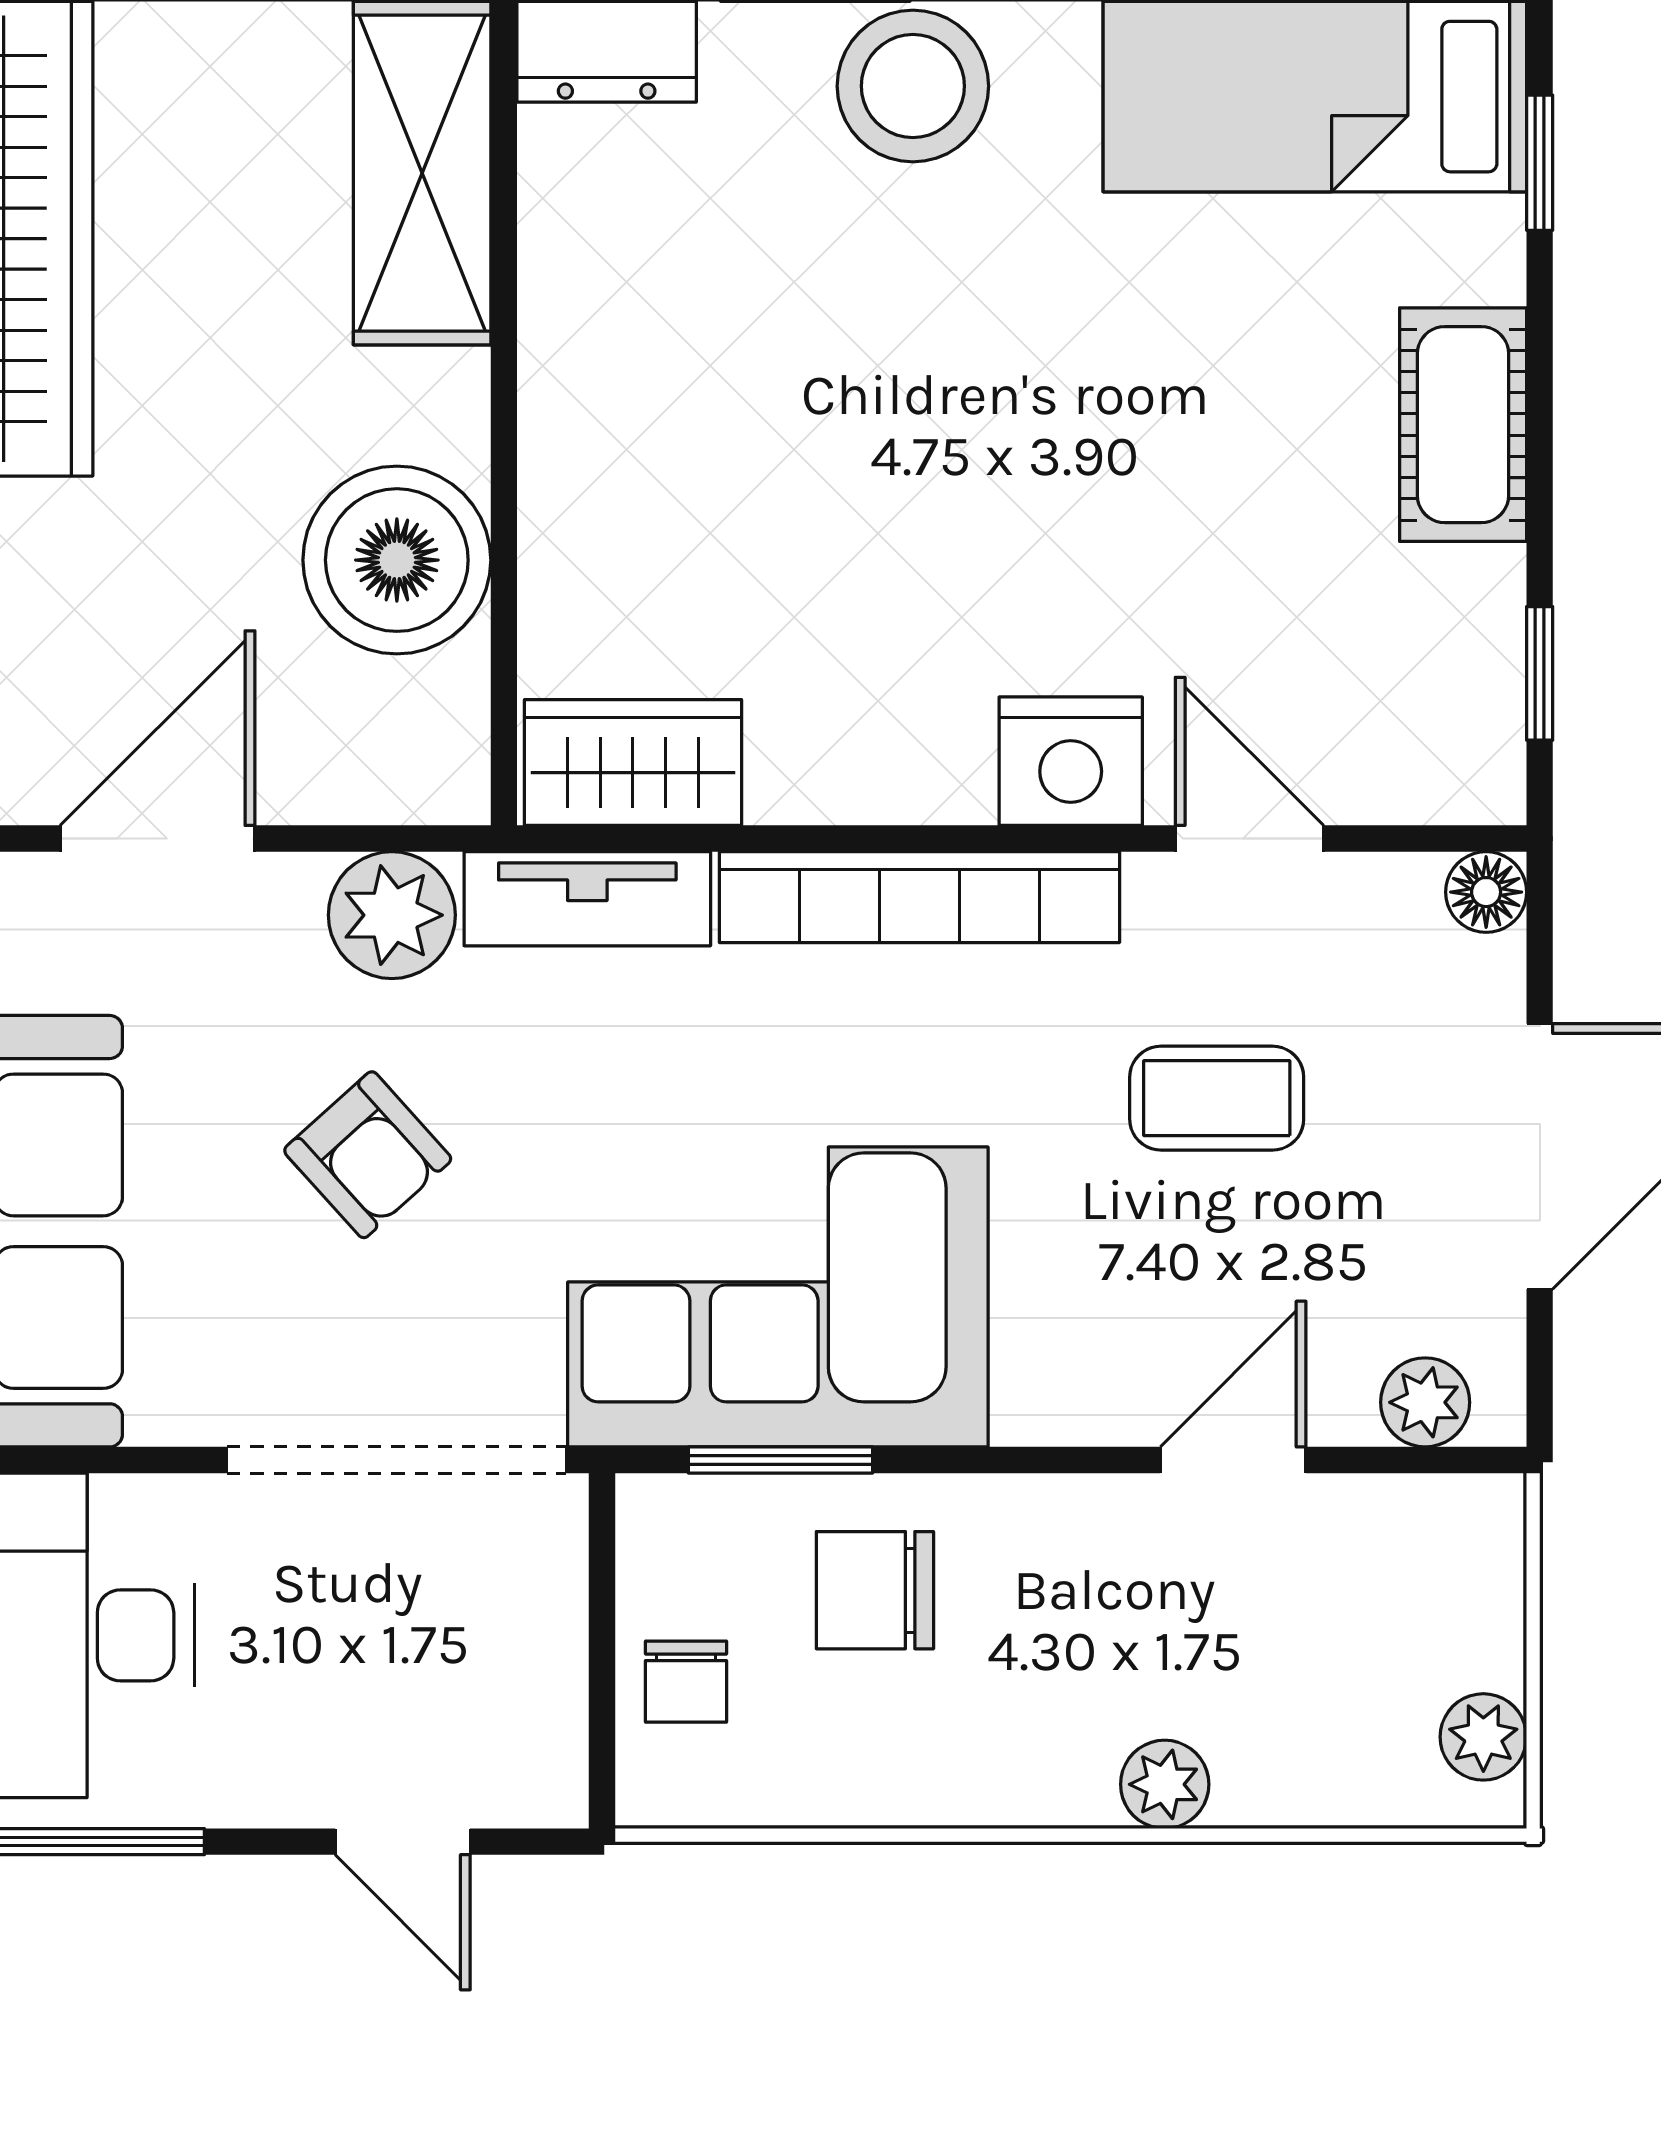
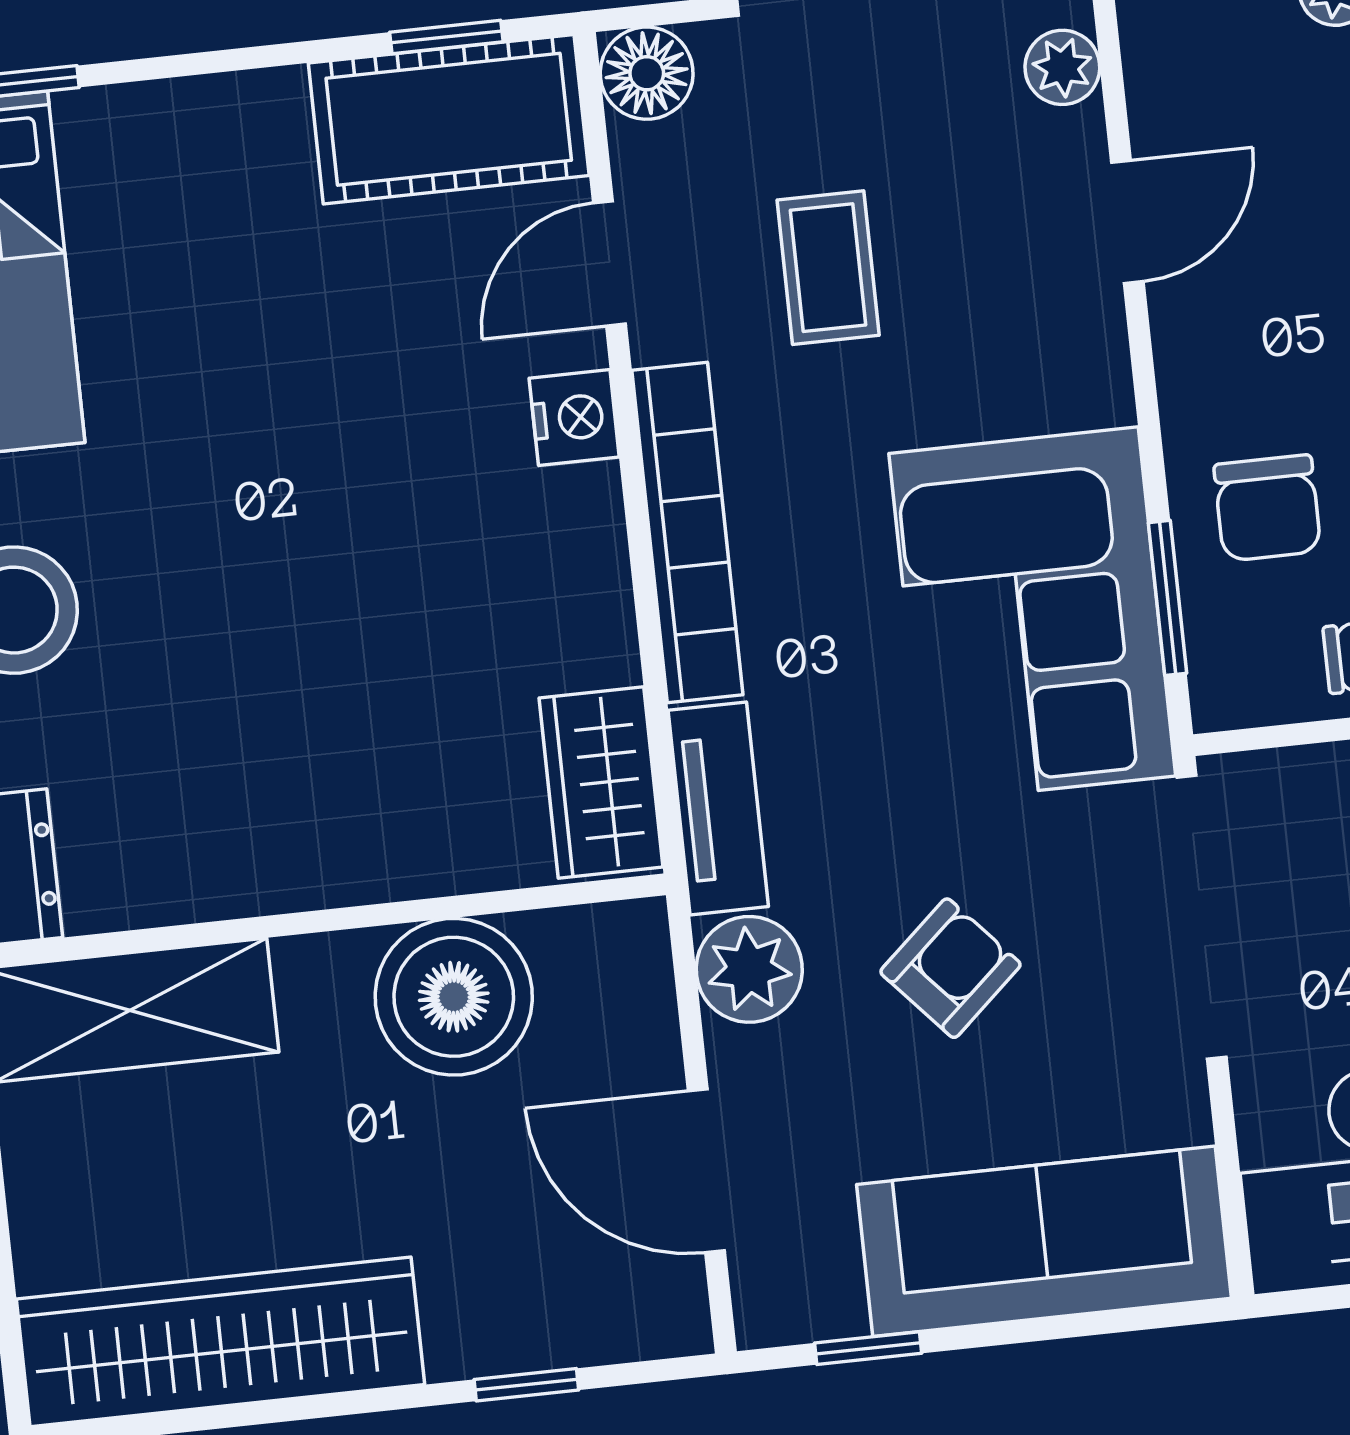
cot: (1463, 425) -> (449, 119), moved, width x1.37, depth x1.34
nightstand: (1071, 761) -> (574, 418), width x0.74, depth x0.75
floor lamp: (1486, 892) -> (647, 73), width x1.37, depth x1.37
door: (1233, 1460) -> (1127, 222), swing flipped

